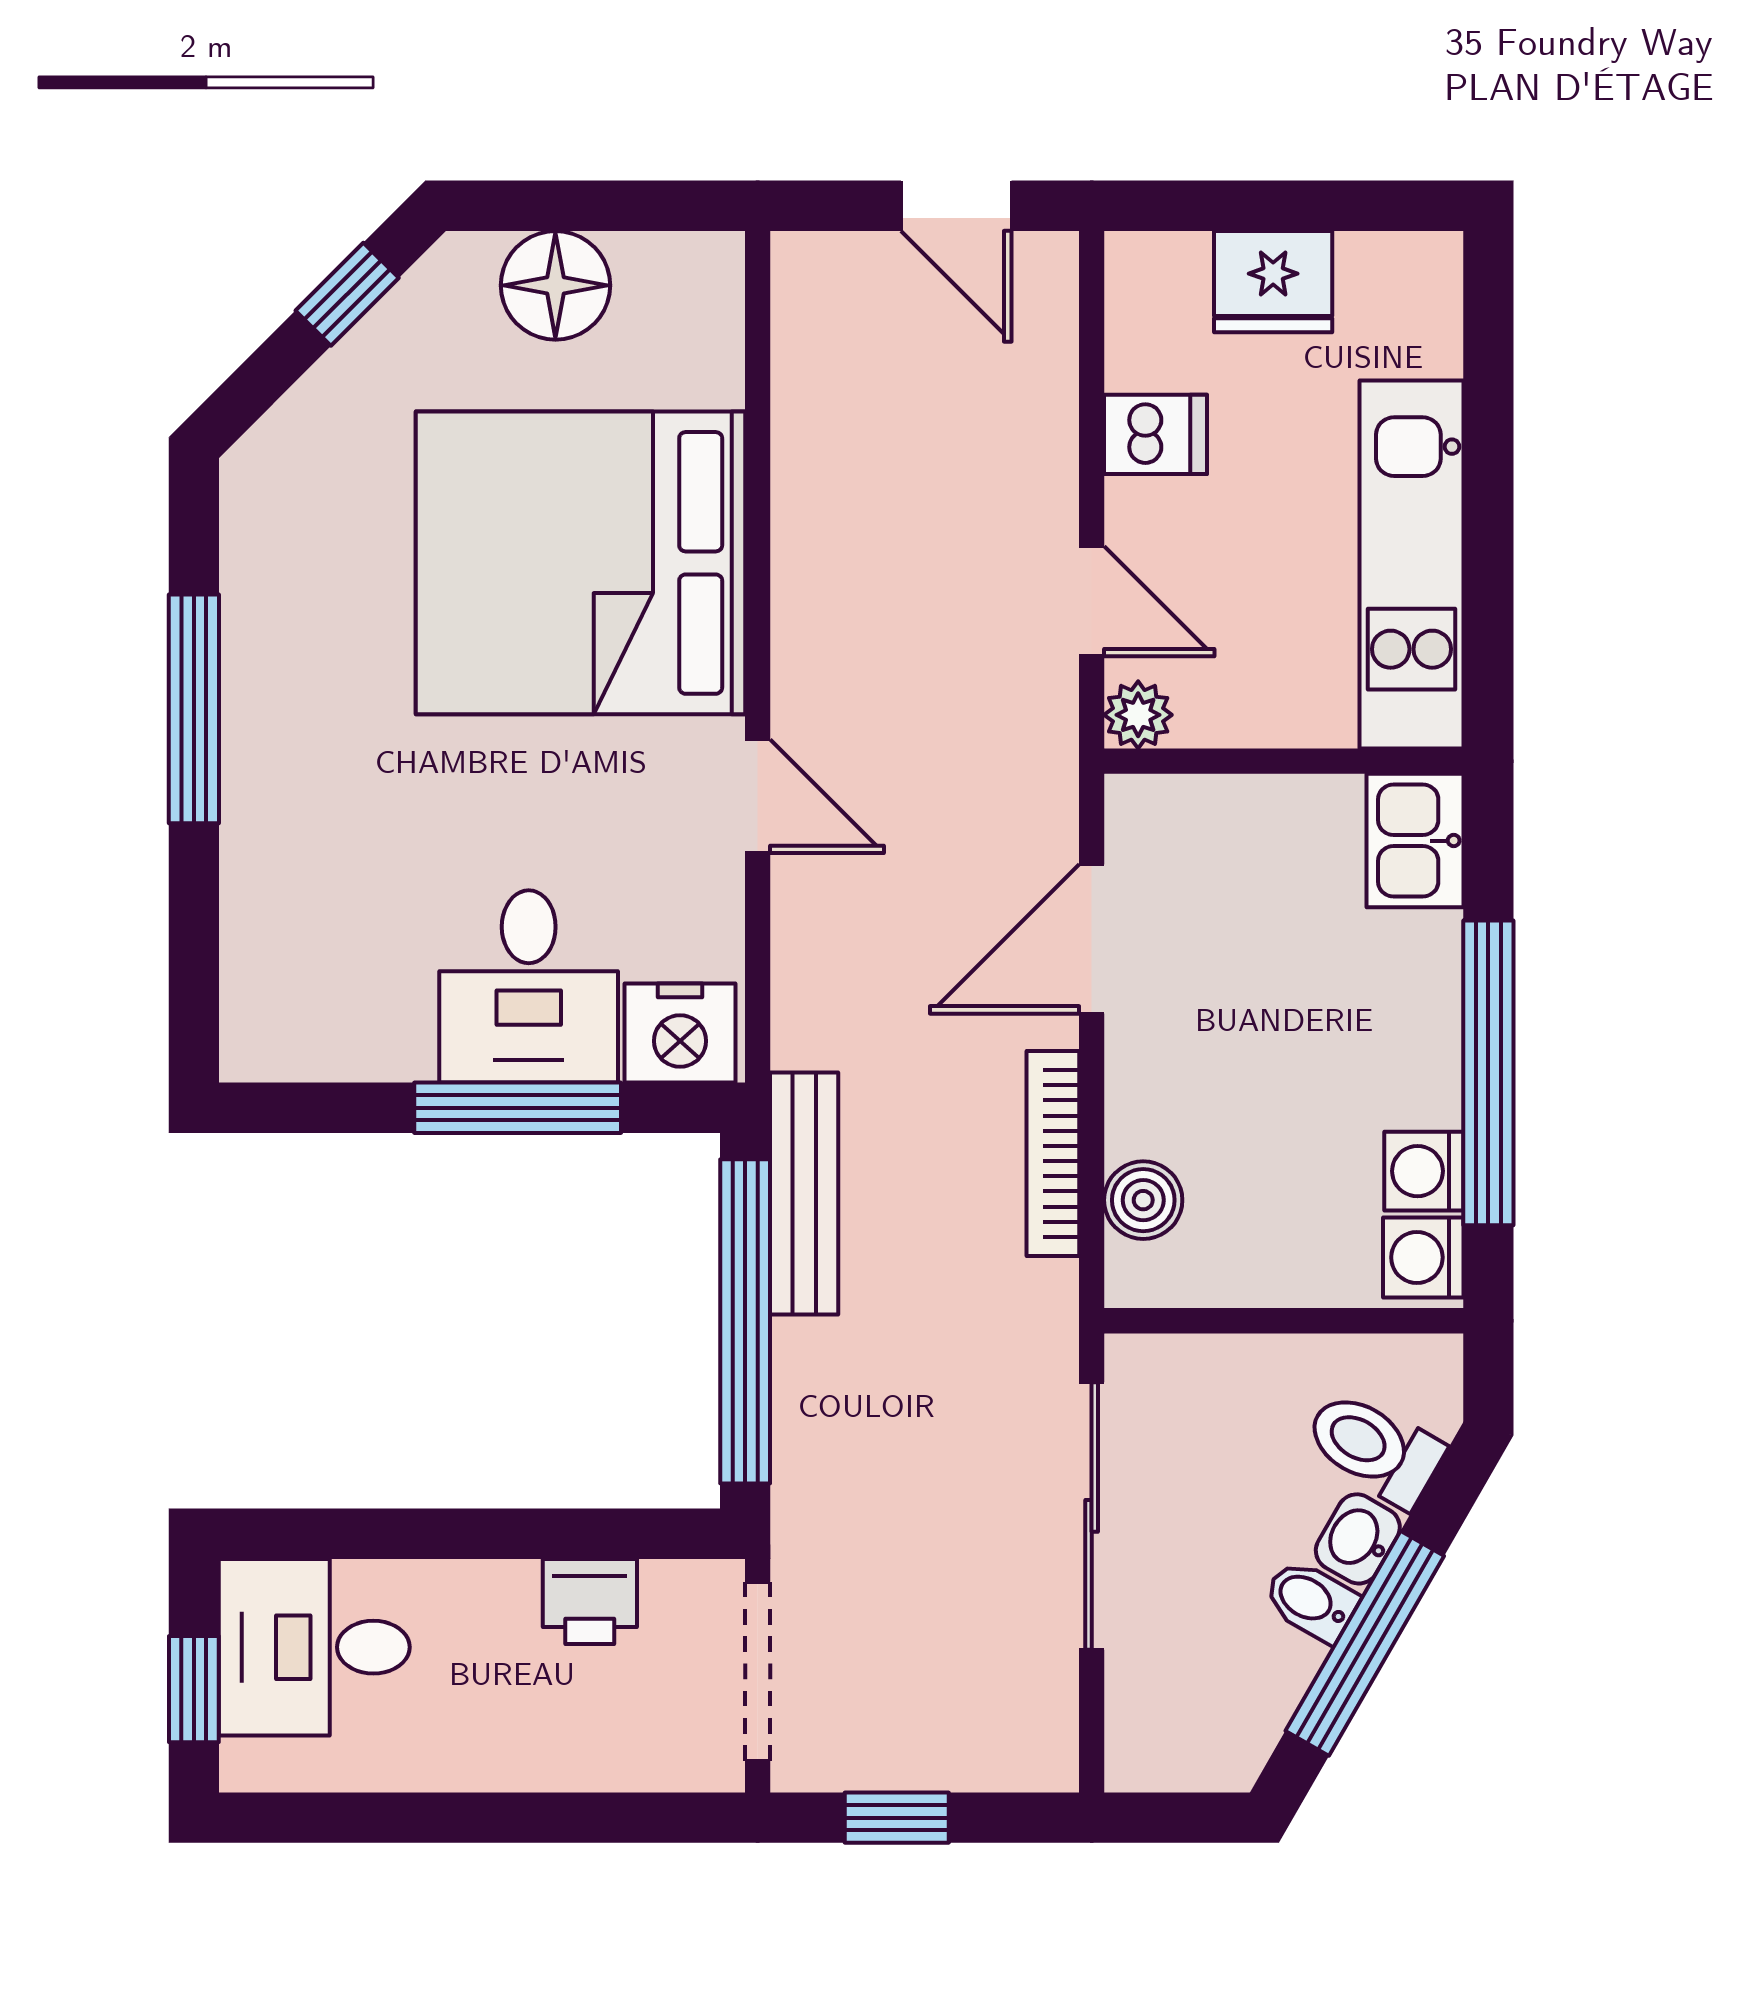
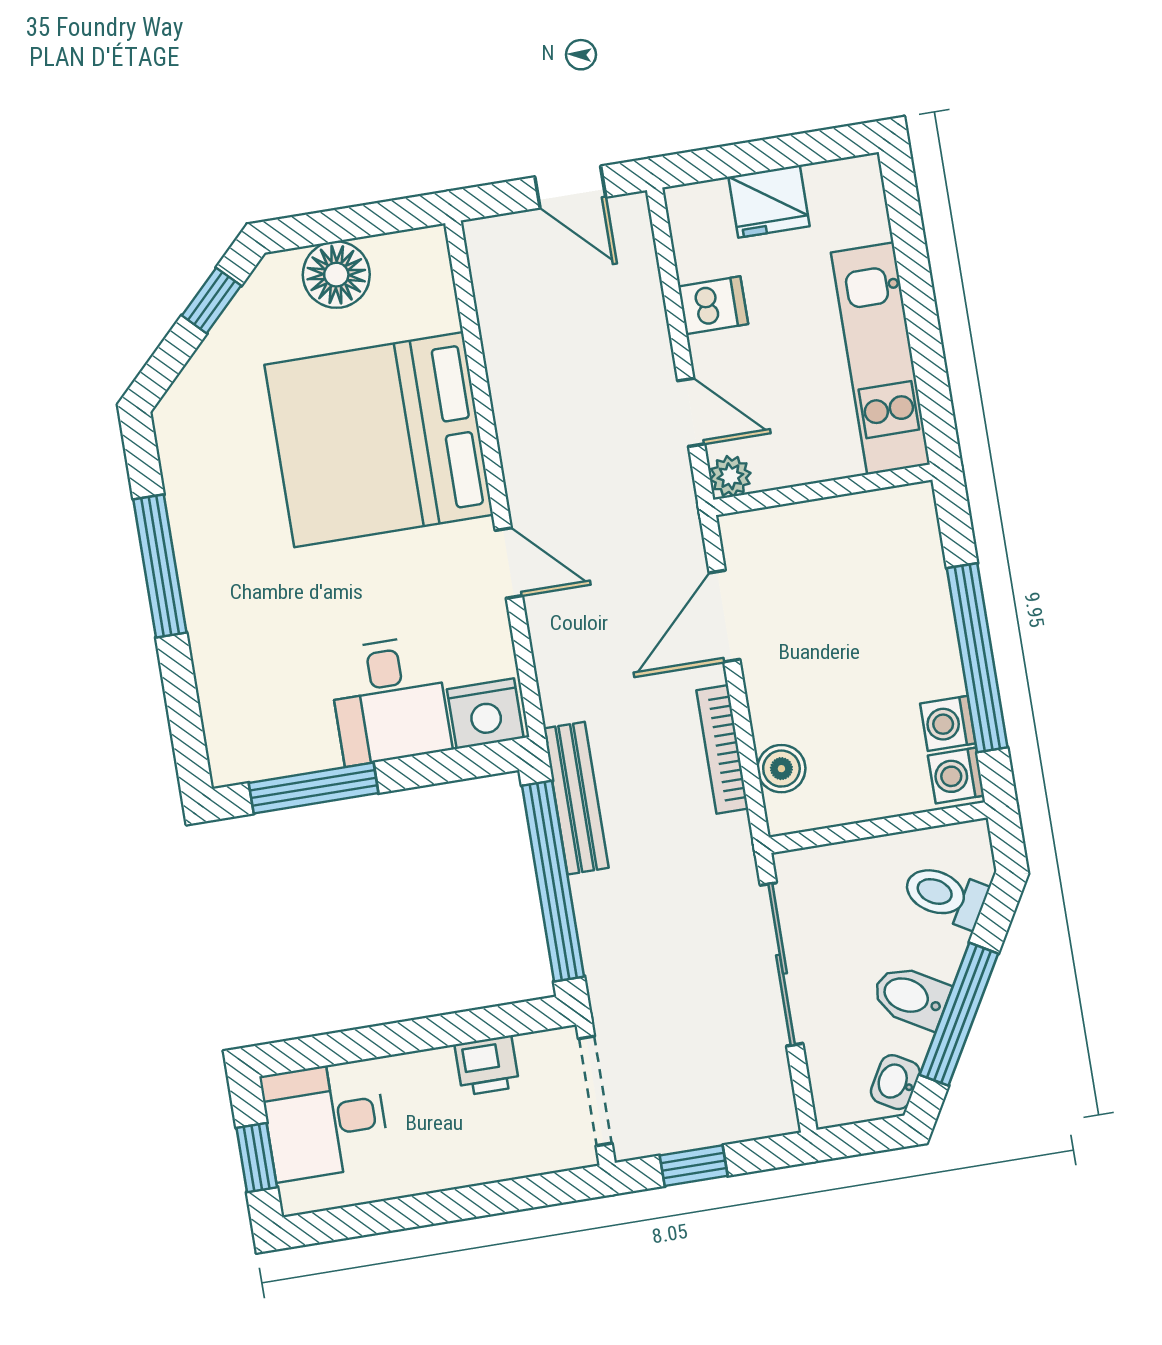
kitchen sink: (1415, 841) -> (910, 525), removed
window: (518, 1108) -> (314, 788), moved
washbasin: (1358, 1539) -> (895, 1082), moved
bidet: (1311, 1601) -> (911, 997), width x1.38, depth x1.36

